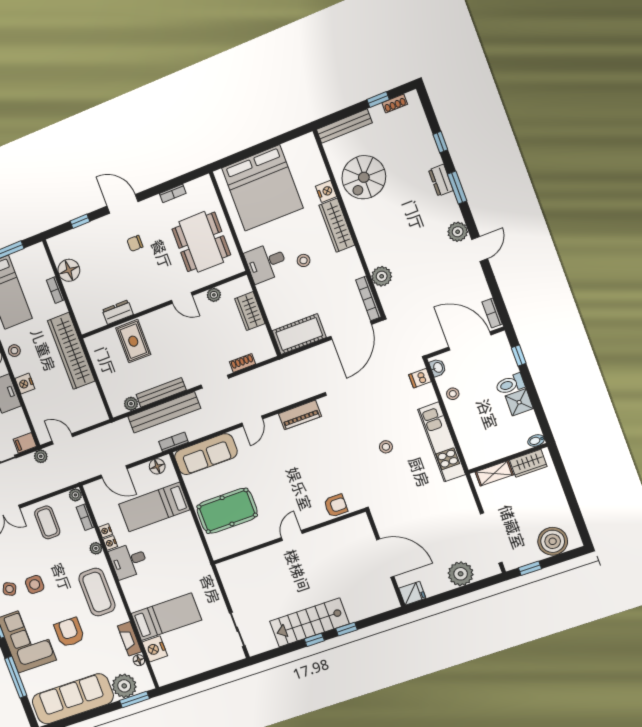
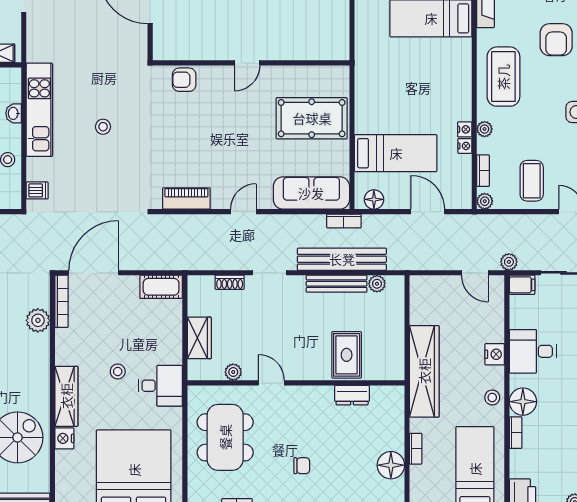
cot: (299, 334) -> (161, 287), width x0.73, depth x0.75
washbasin: (438, 368) -> (14, 113), moved
desk: (129, 561) -> (451, 101), removed

